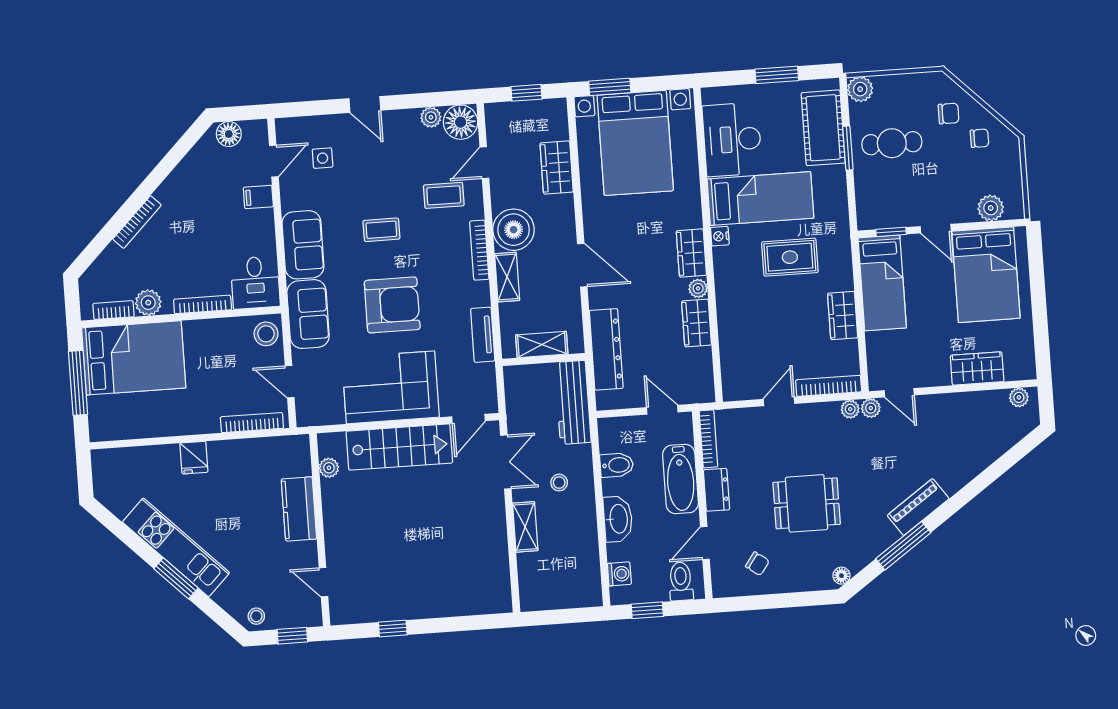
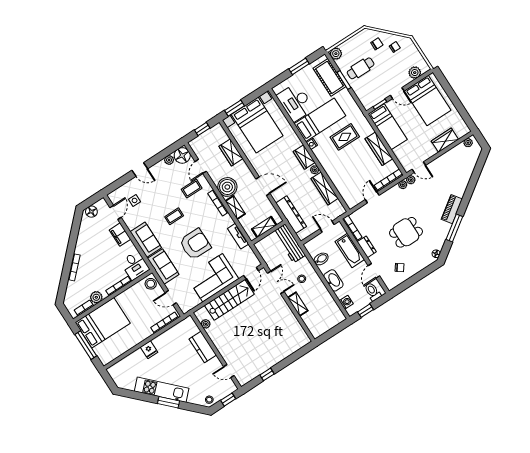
filing cabinet: (258, 197) -> (120, 235), width x2.00
wardrobe: (843, 315) -> (379, 149), width x1.50
wardrobe: (697, 323) -> (325, 188), width x1.50

